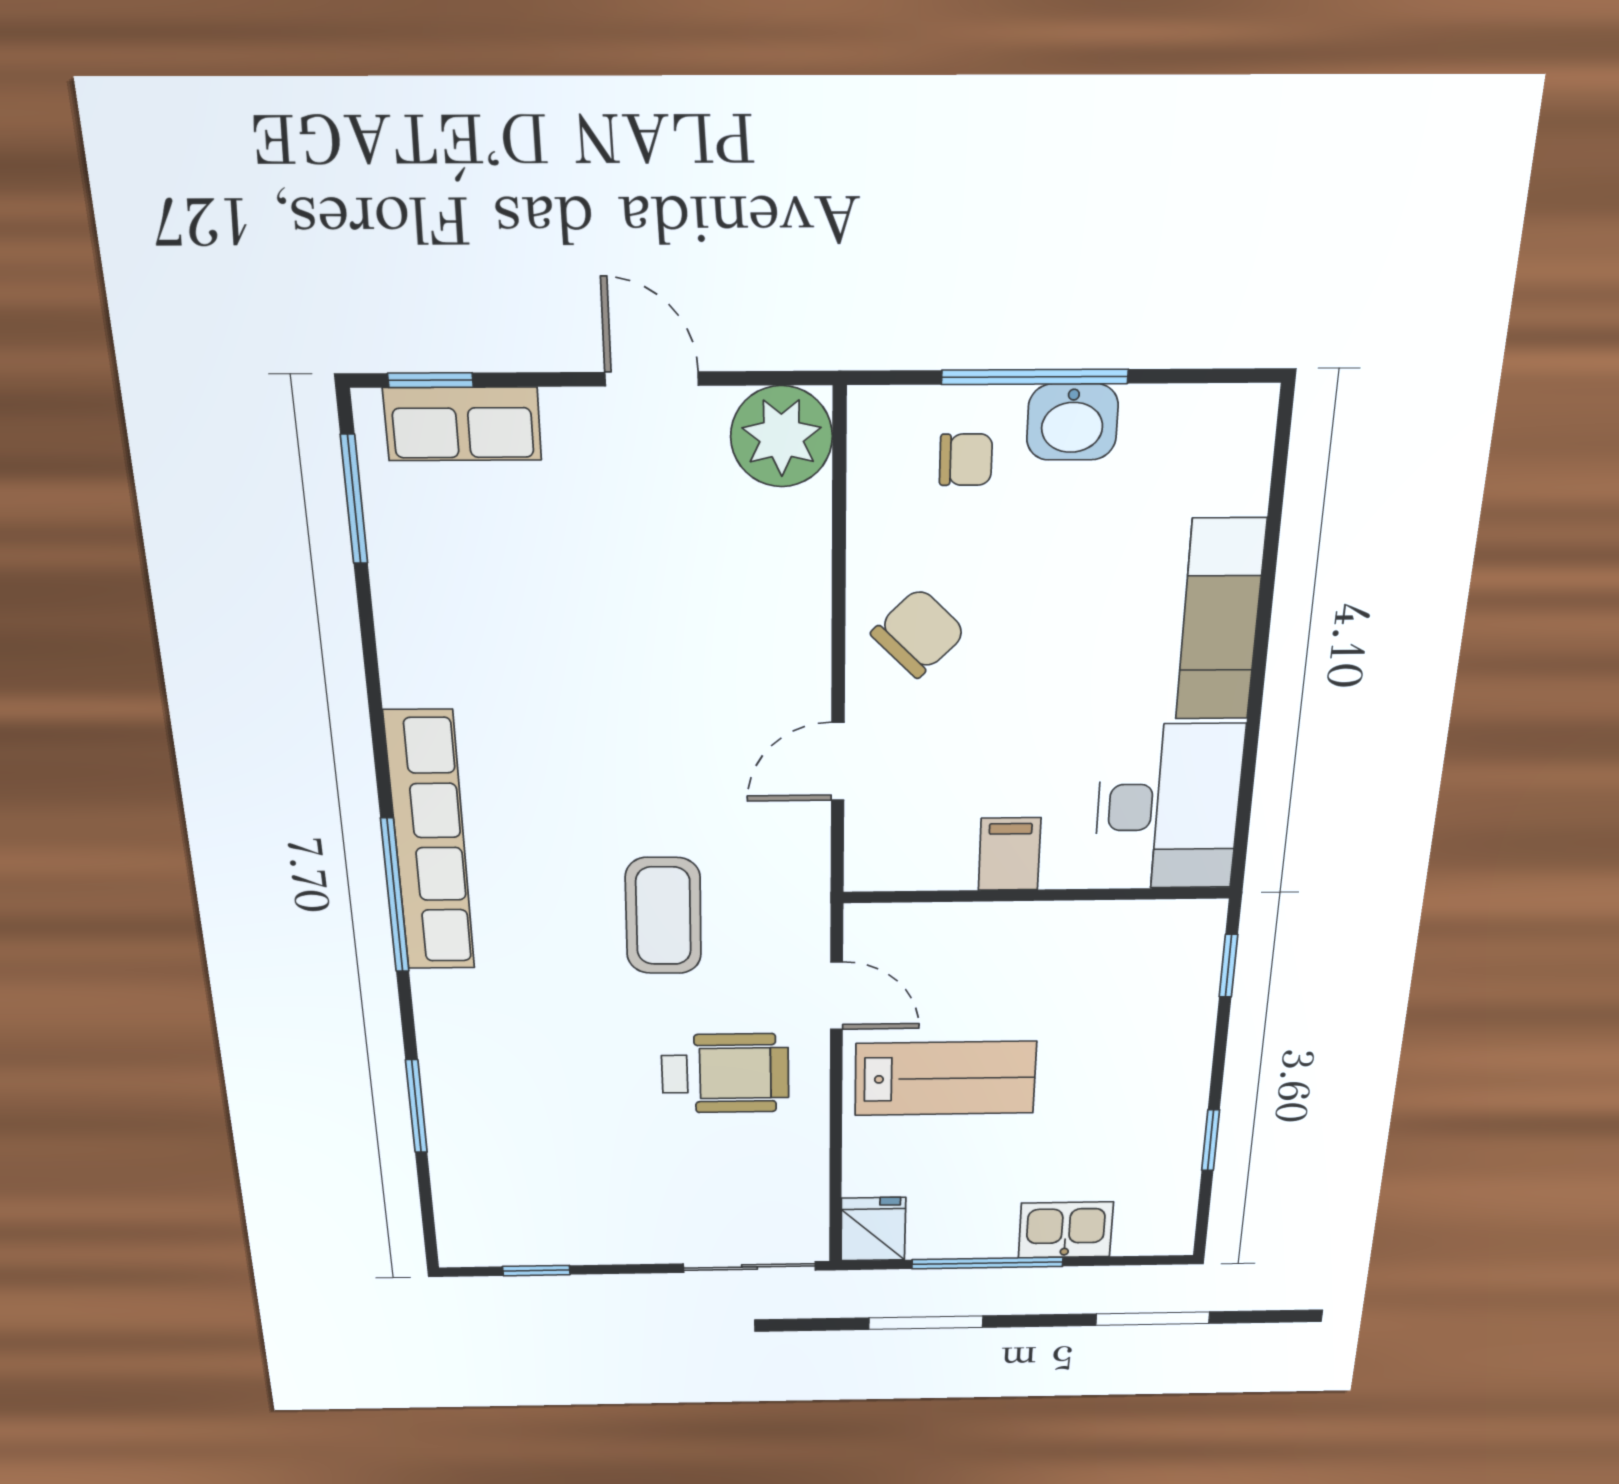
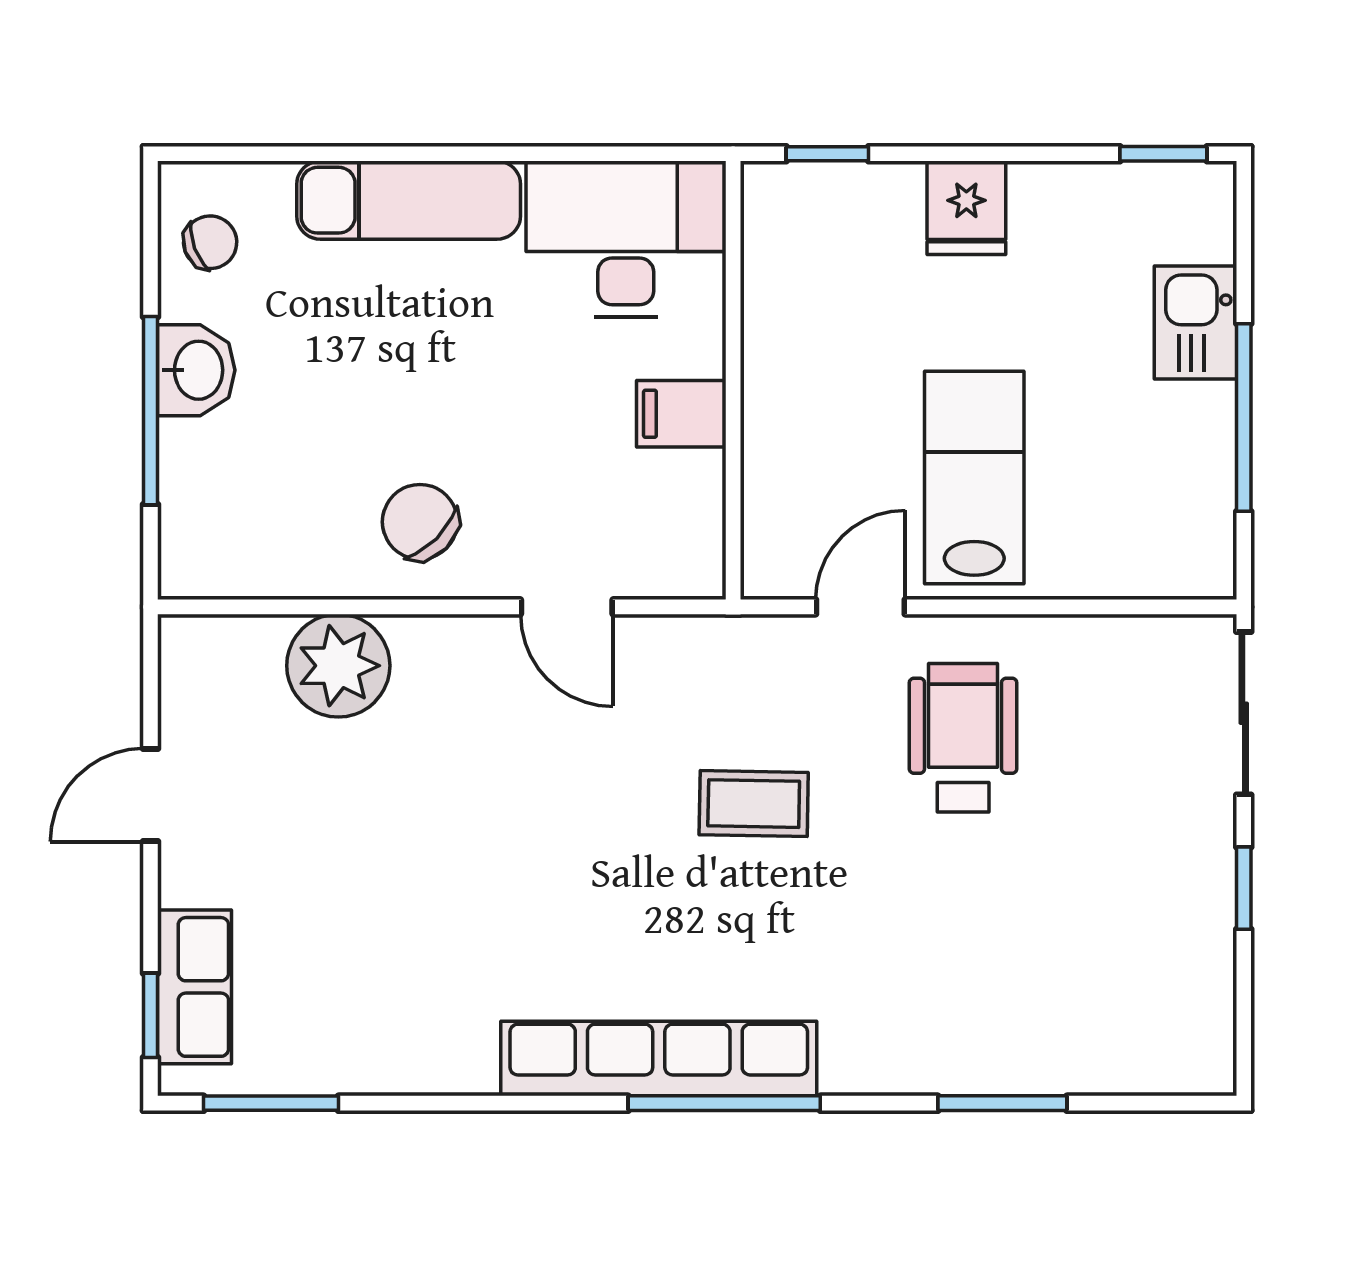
plant: (782, 437) -> (338, 666), moved
chair: (966, 460) -> (210, 242), moved, turned 69
coffee table: (663, 916) -> (754, 804), width x0.73, depth x0.77
window: (1211, 1140) -> (1163, 154), moved
fridge: (873, 1229) -> (966, 208), moved, turned -90
window: (536, 1271) -> (1244, 888), moved

